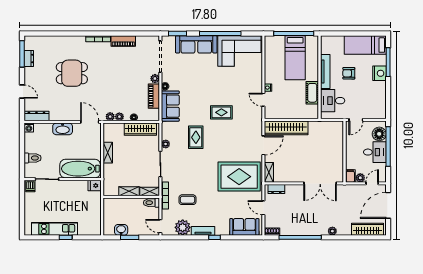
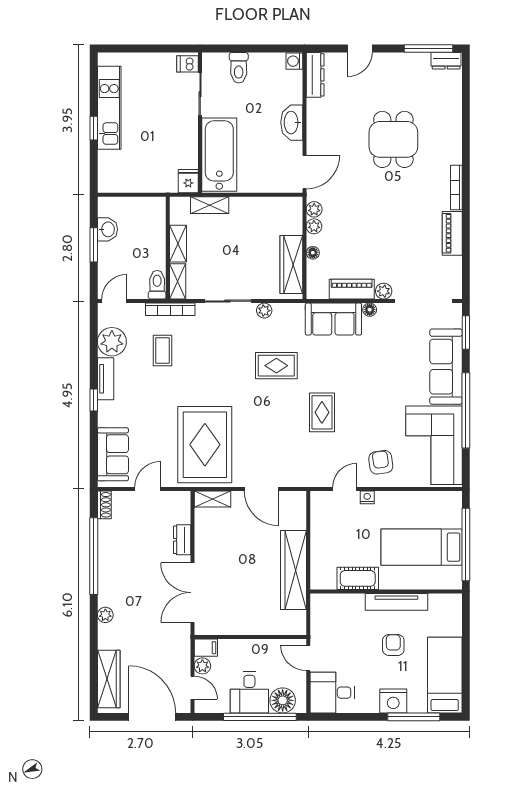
dresser: (29, 59) -> (446, 61), moved
armchair: (249, 80) -> (381, 462), added
desk: (333, 101) -> (332, 693), moved, turned -90
wardrobe: (286, 128) -> (293, 570), moved
shelving: (108, 153) -> (210, 205), moved
dresser: (276, 189) -> (182, 540), moved

